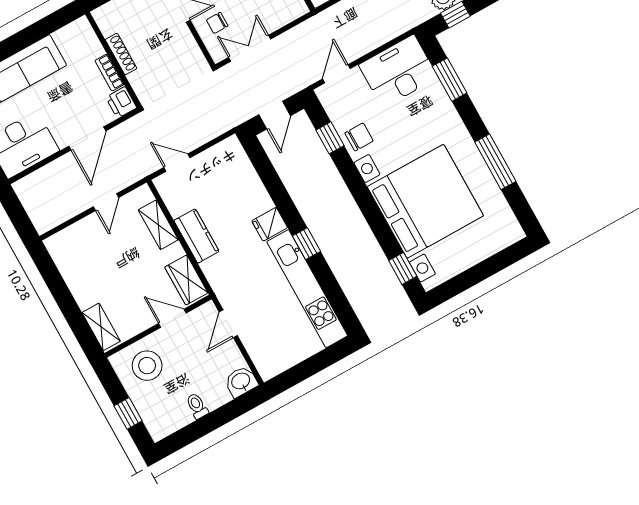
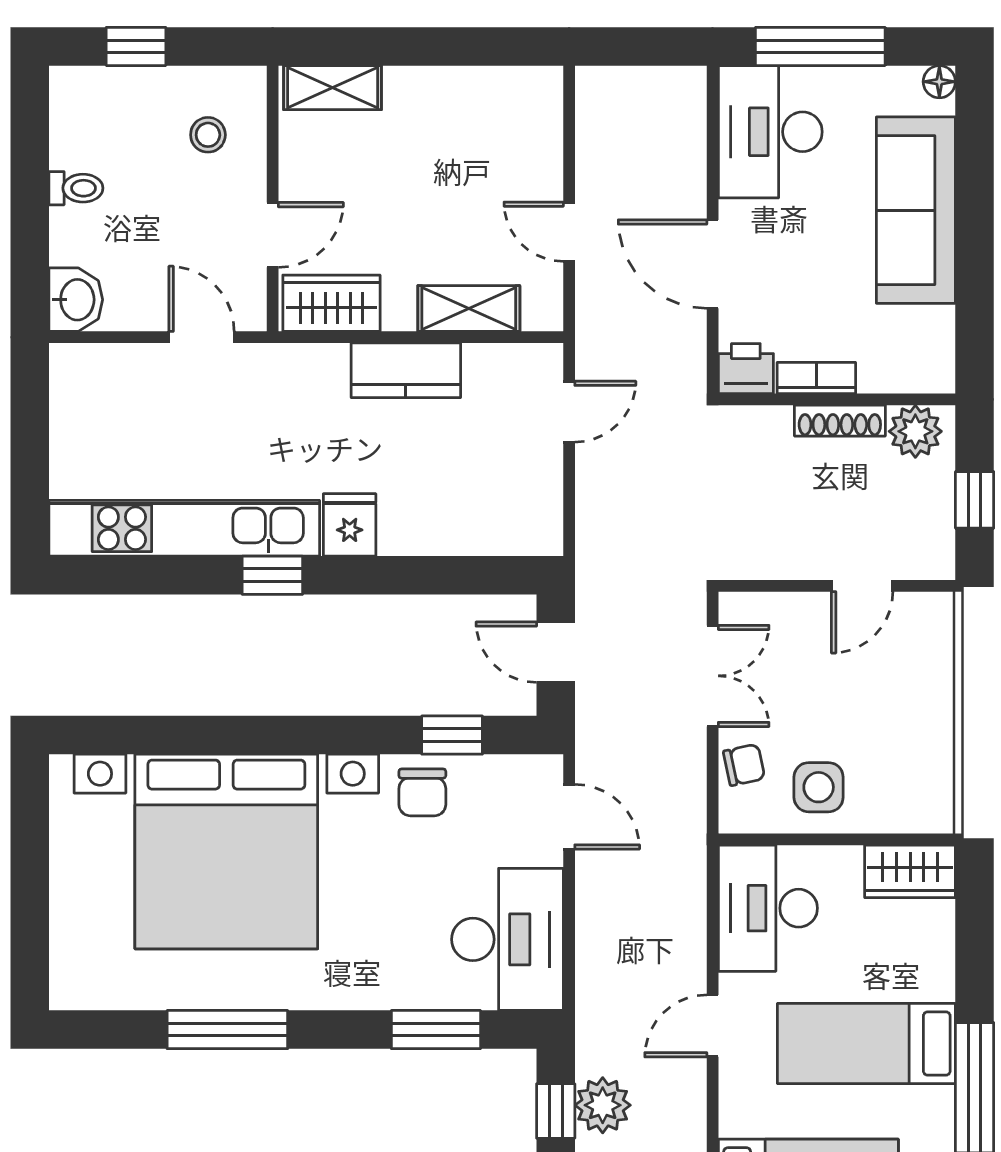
plant: (109, 22) -> (915, 431), added
chair: (217, 23) -> (744, 765), moved, turned 78
window: (403, 268) -> (120, 735), removed
stool: (147, 366) -> (208, 135), width x0.53, depth x0.53

